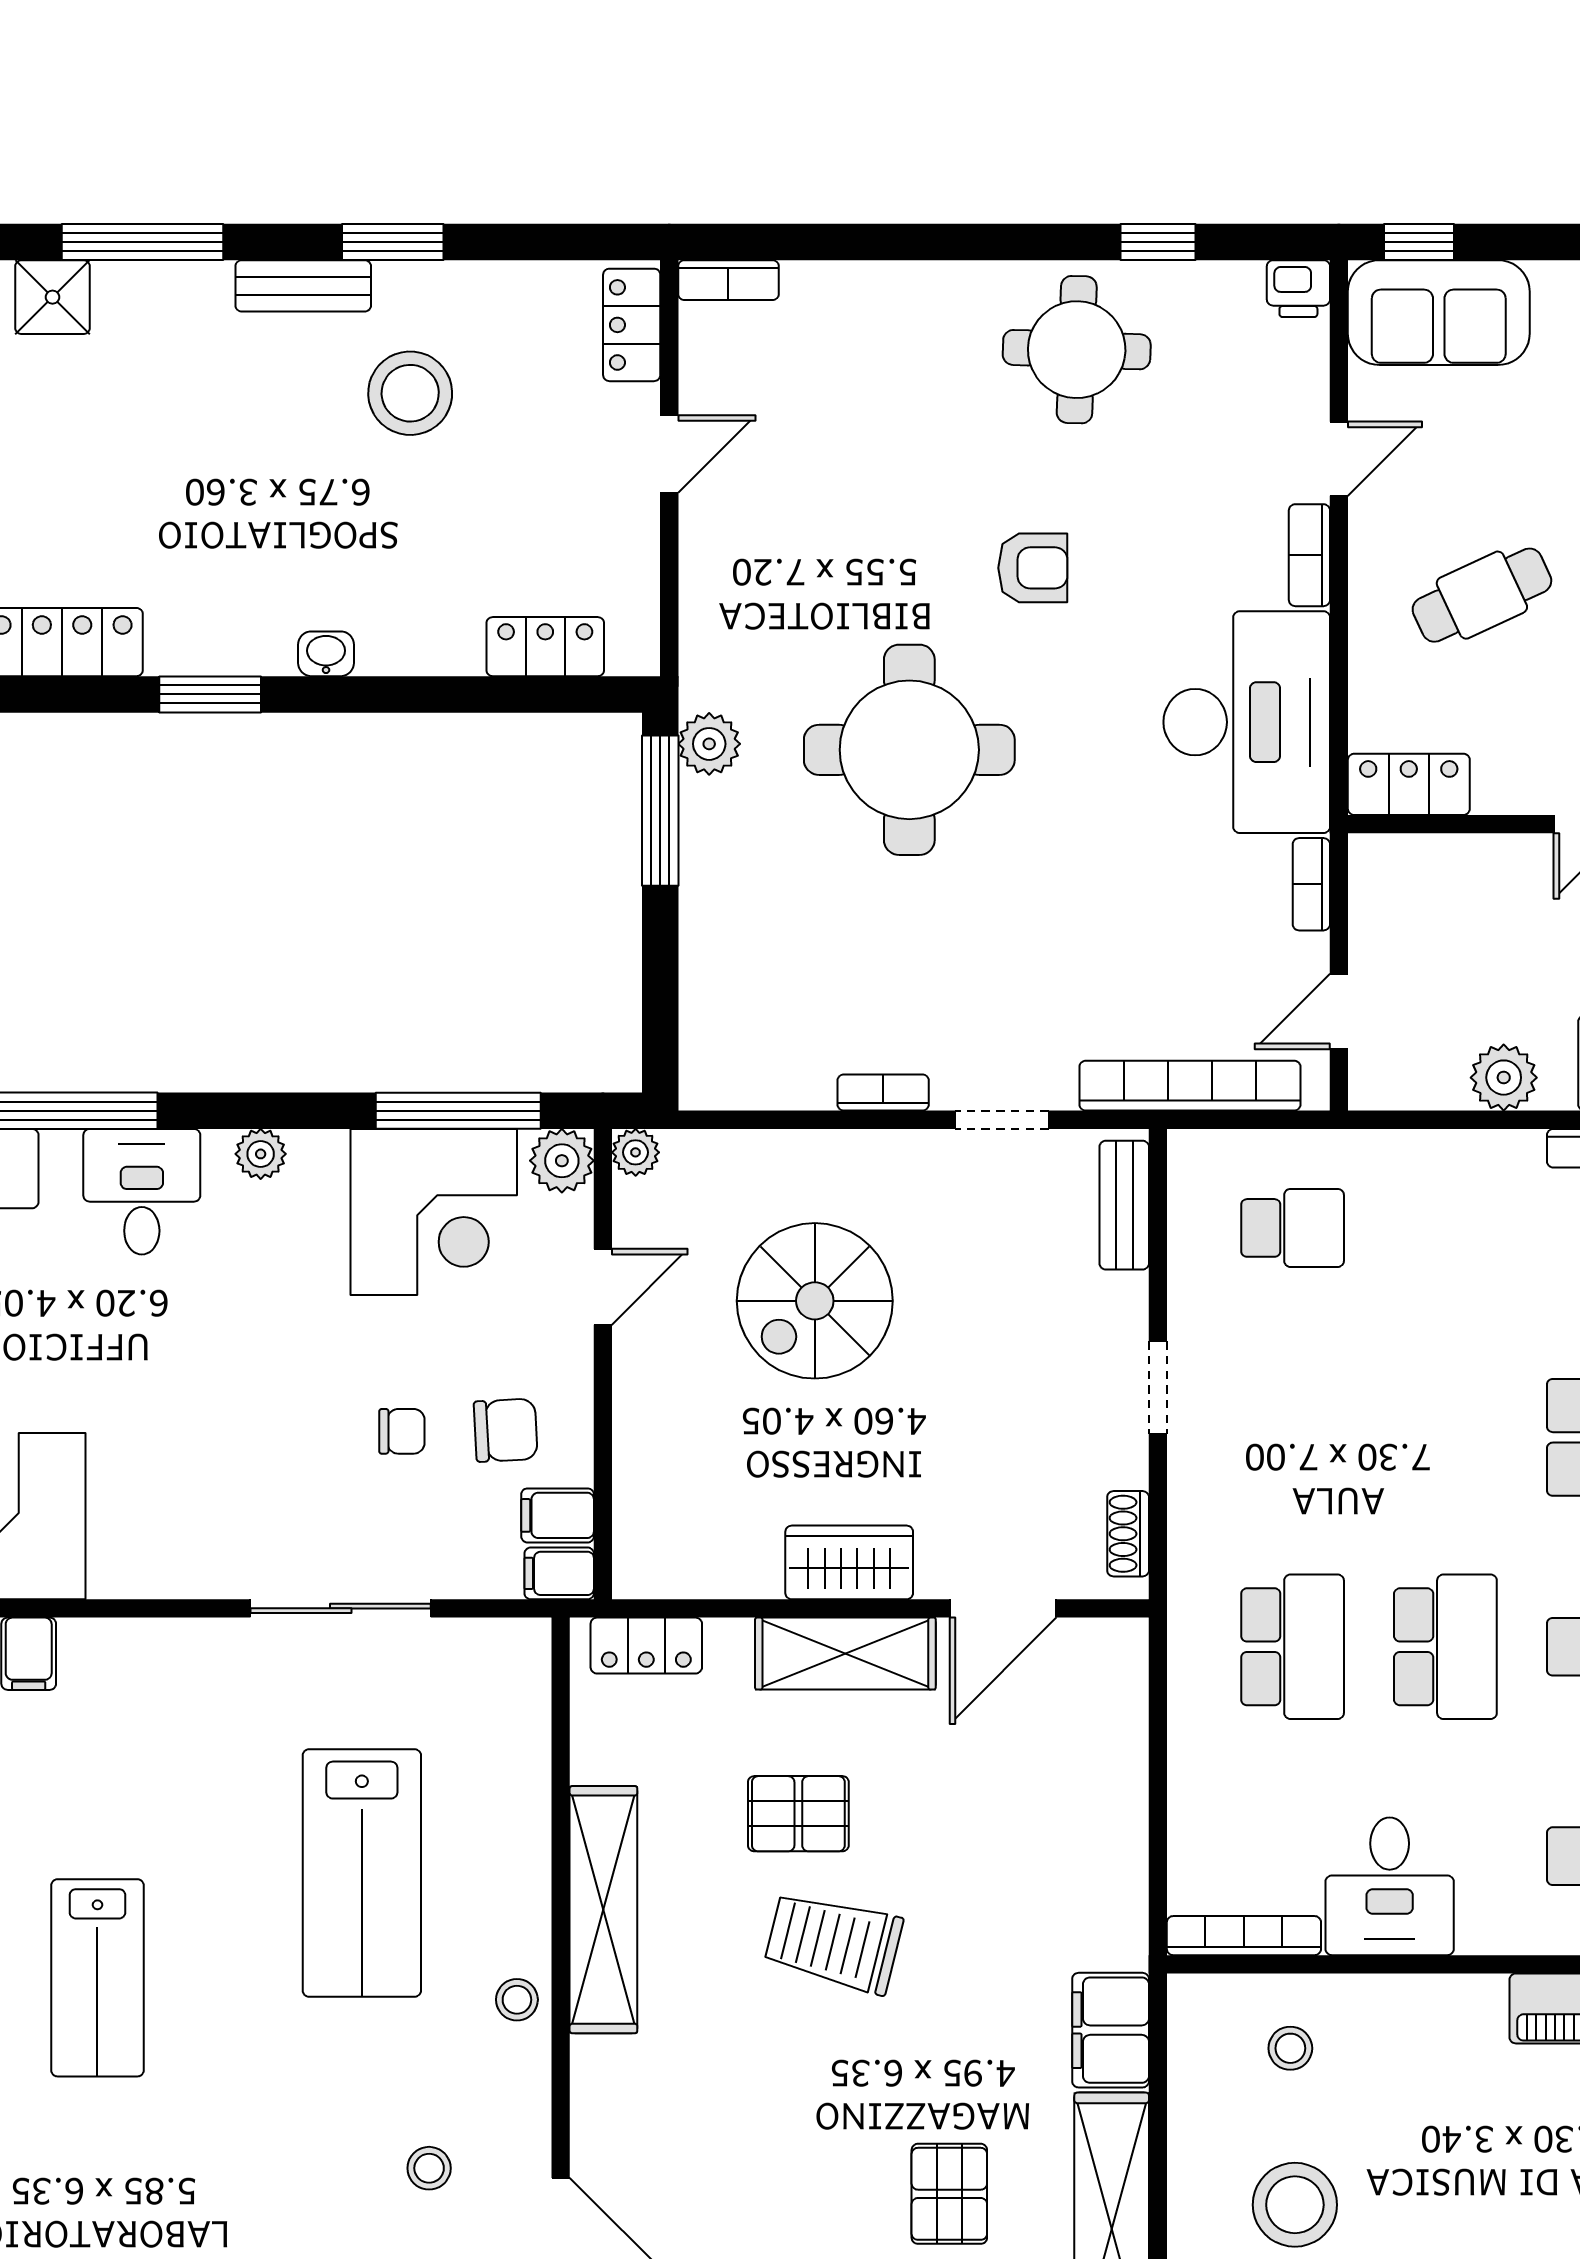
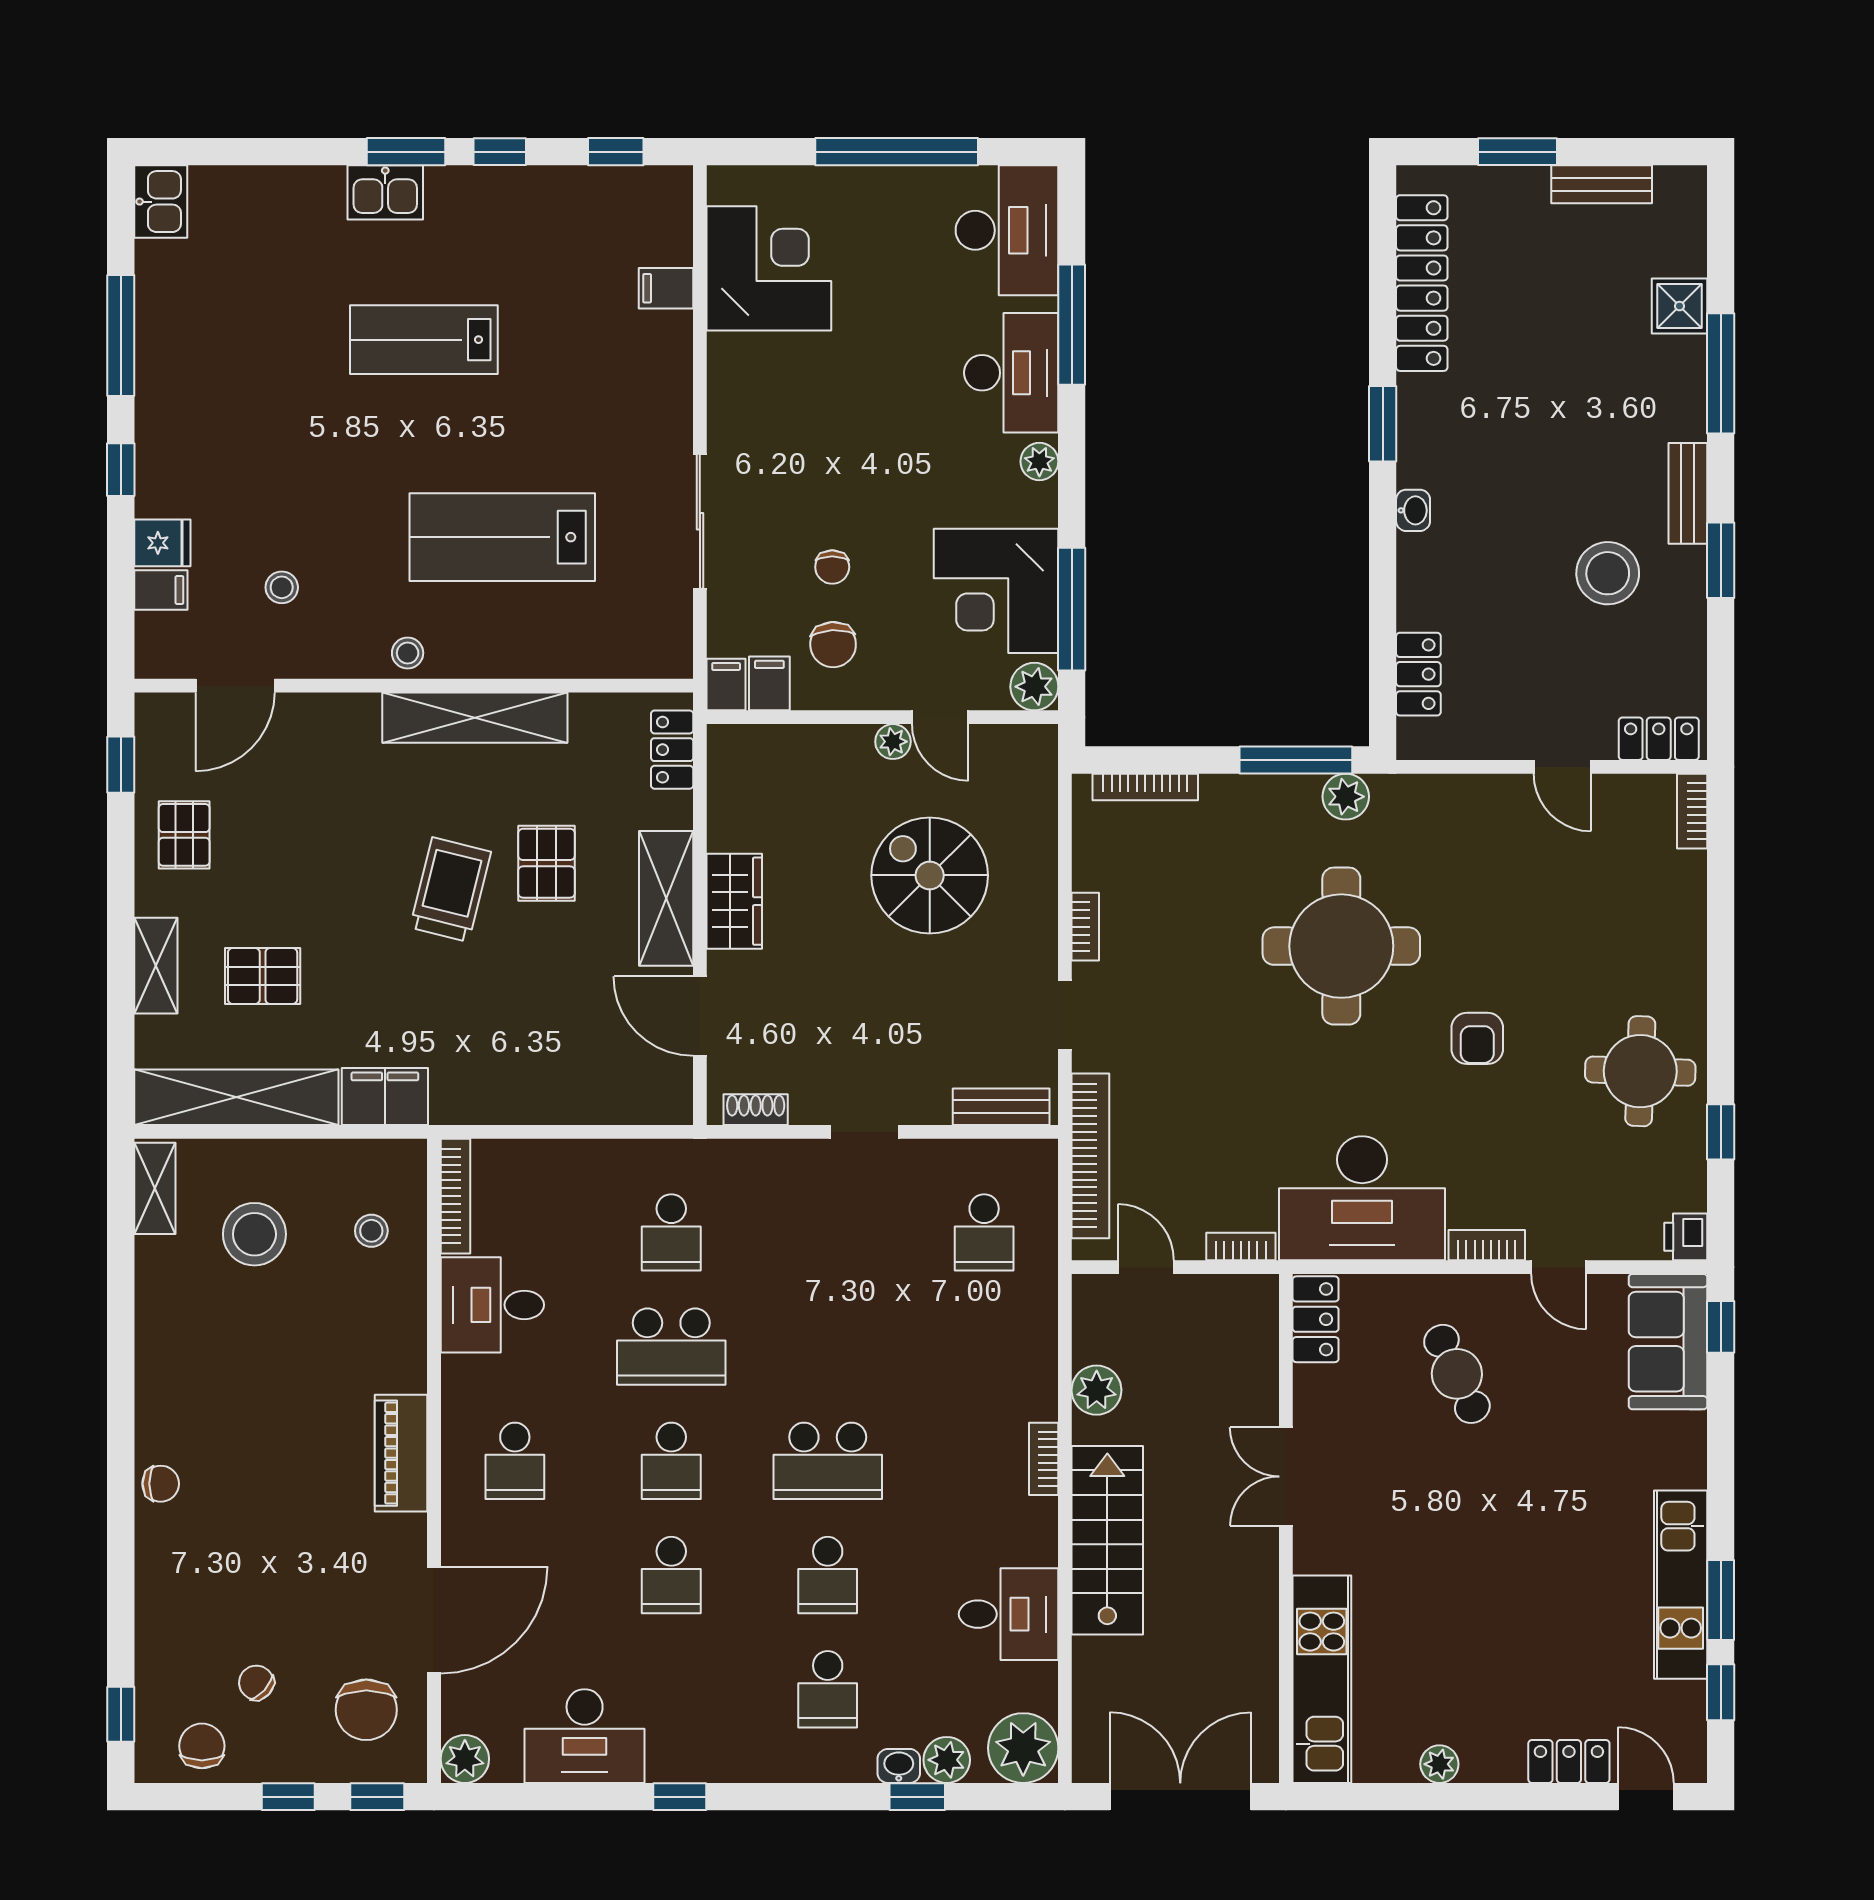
bookcase: (696, 1012) -> (1145, 787), added
plant: (636, 1152) -> (893, 742), moved
desk: (142, 1192) -> (1011, 373), width x1.37
school desk: (1293, 1647) -> (671, 1232), width x0.54

